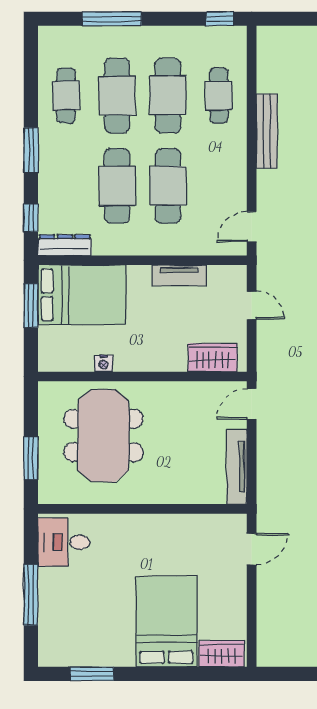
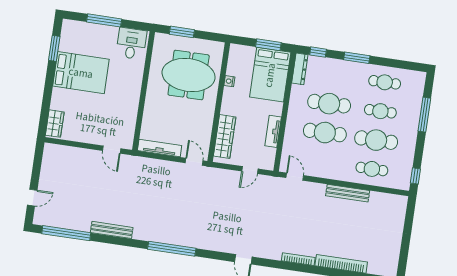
cafe table: (117, 96) -> (380, 111), width x0.73, depth x0.74
wardrobe: (213, 358) -> (225, 137), width x1.50
bed: (166, 622) -> (81, 73), moved

